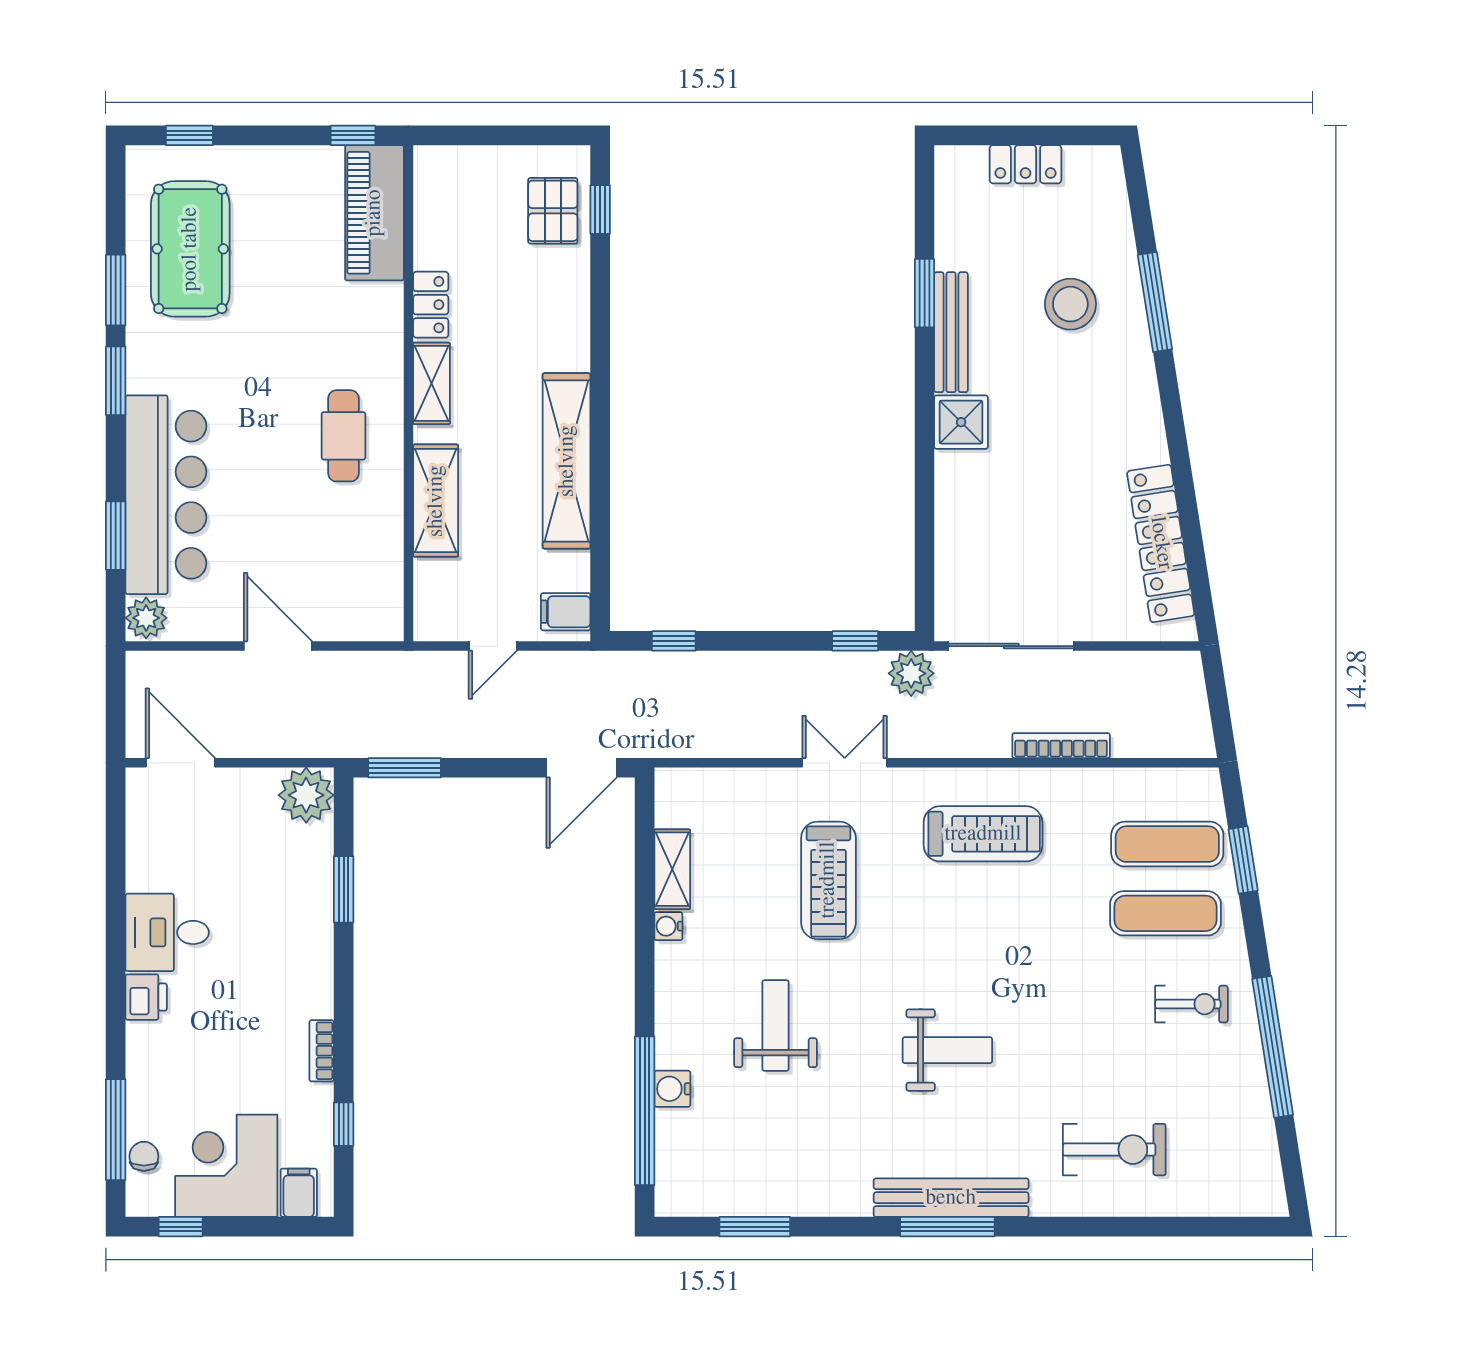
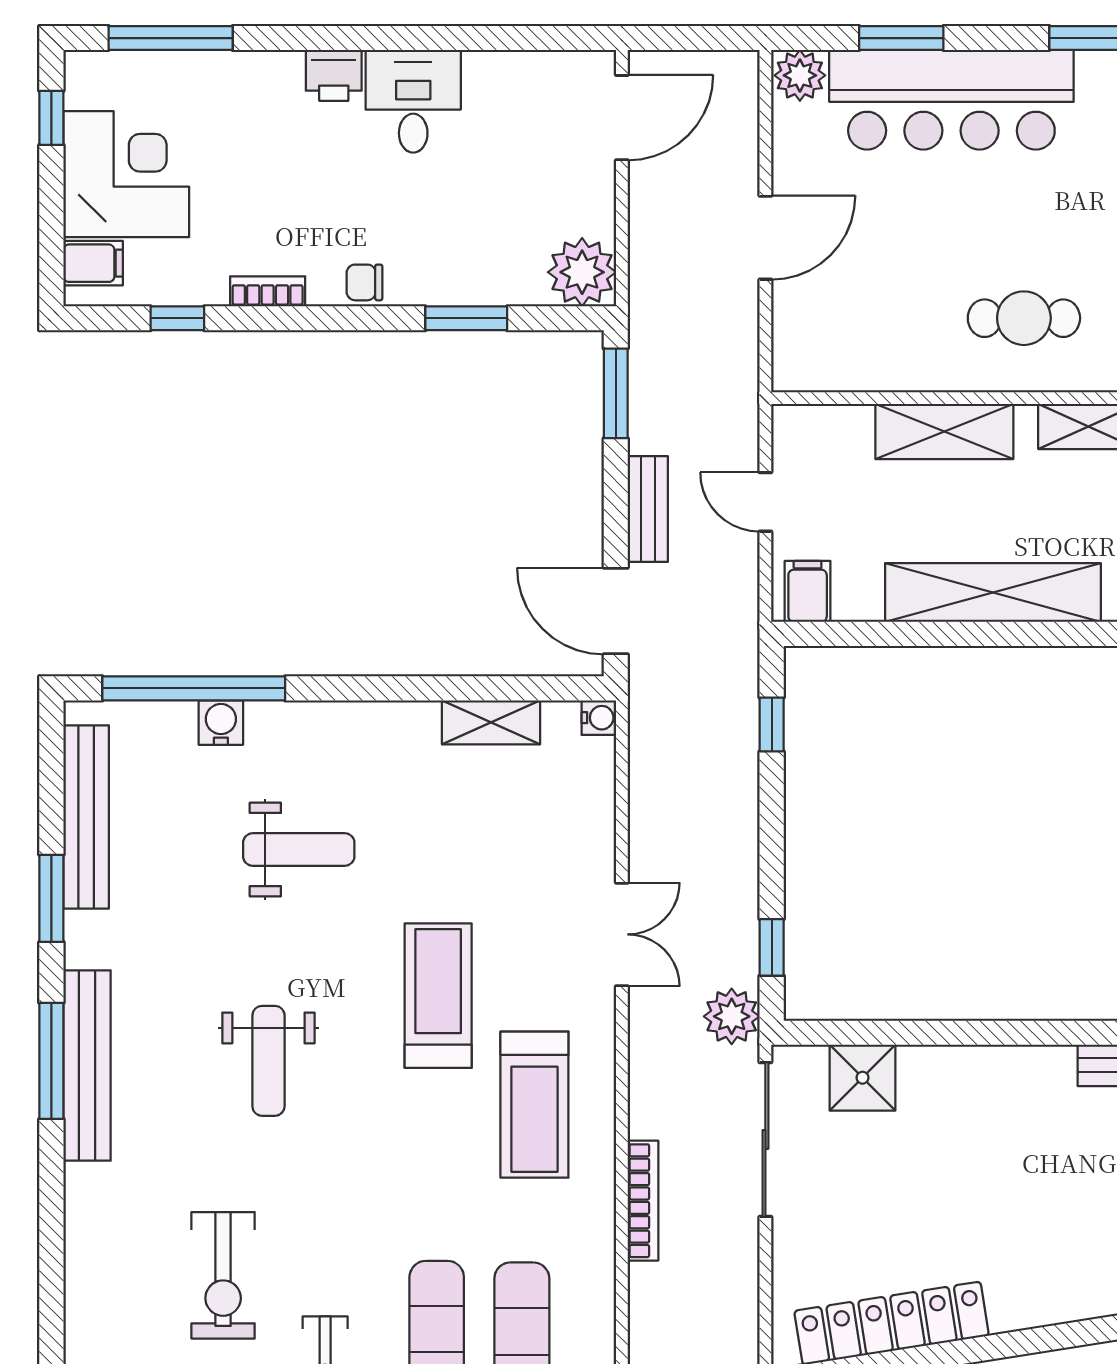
shower: (961, 422) -> (863, 1078), moved
bench: (499, 742) -> (648, 509), added
treadmill: (828, 880) -> (438, 996), moved, turned 90
water cooler: (668, 926) -> (599, 718), moved, turned 90
exercise bike: (1114, 1150) -> (223, 1275), moved
chair: (144, 1156) -> (364, 282), moved, turned 180
bench: (749, 1198) -> (86, 817), added
window: (755, 1227) -> (51, 898), moved

